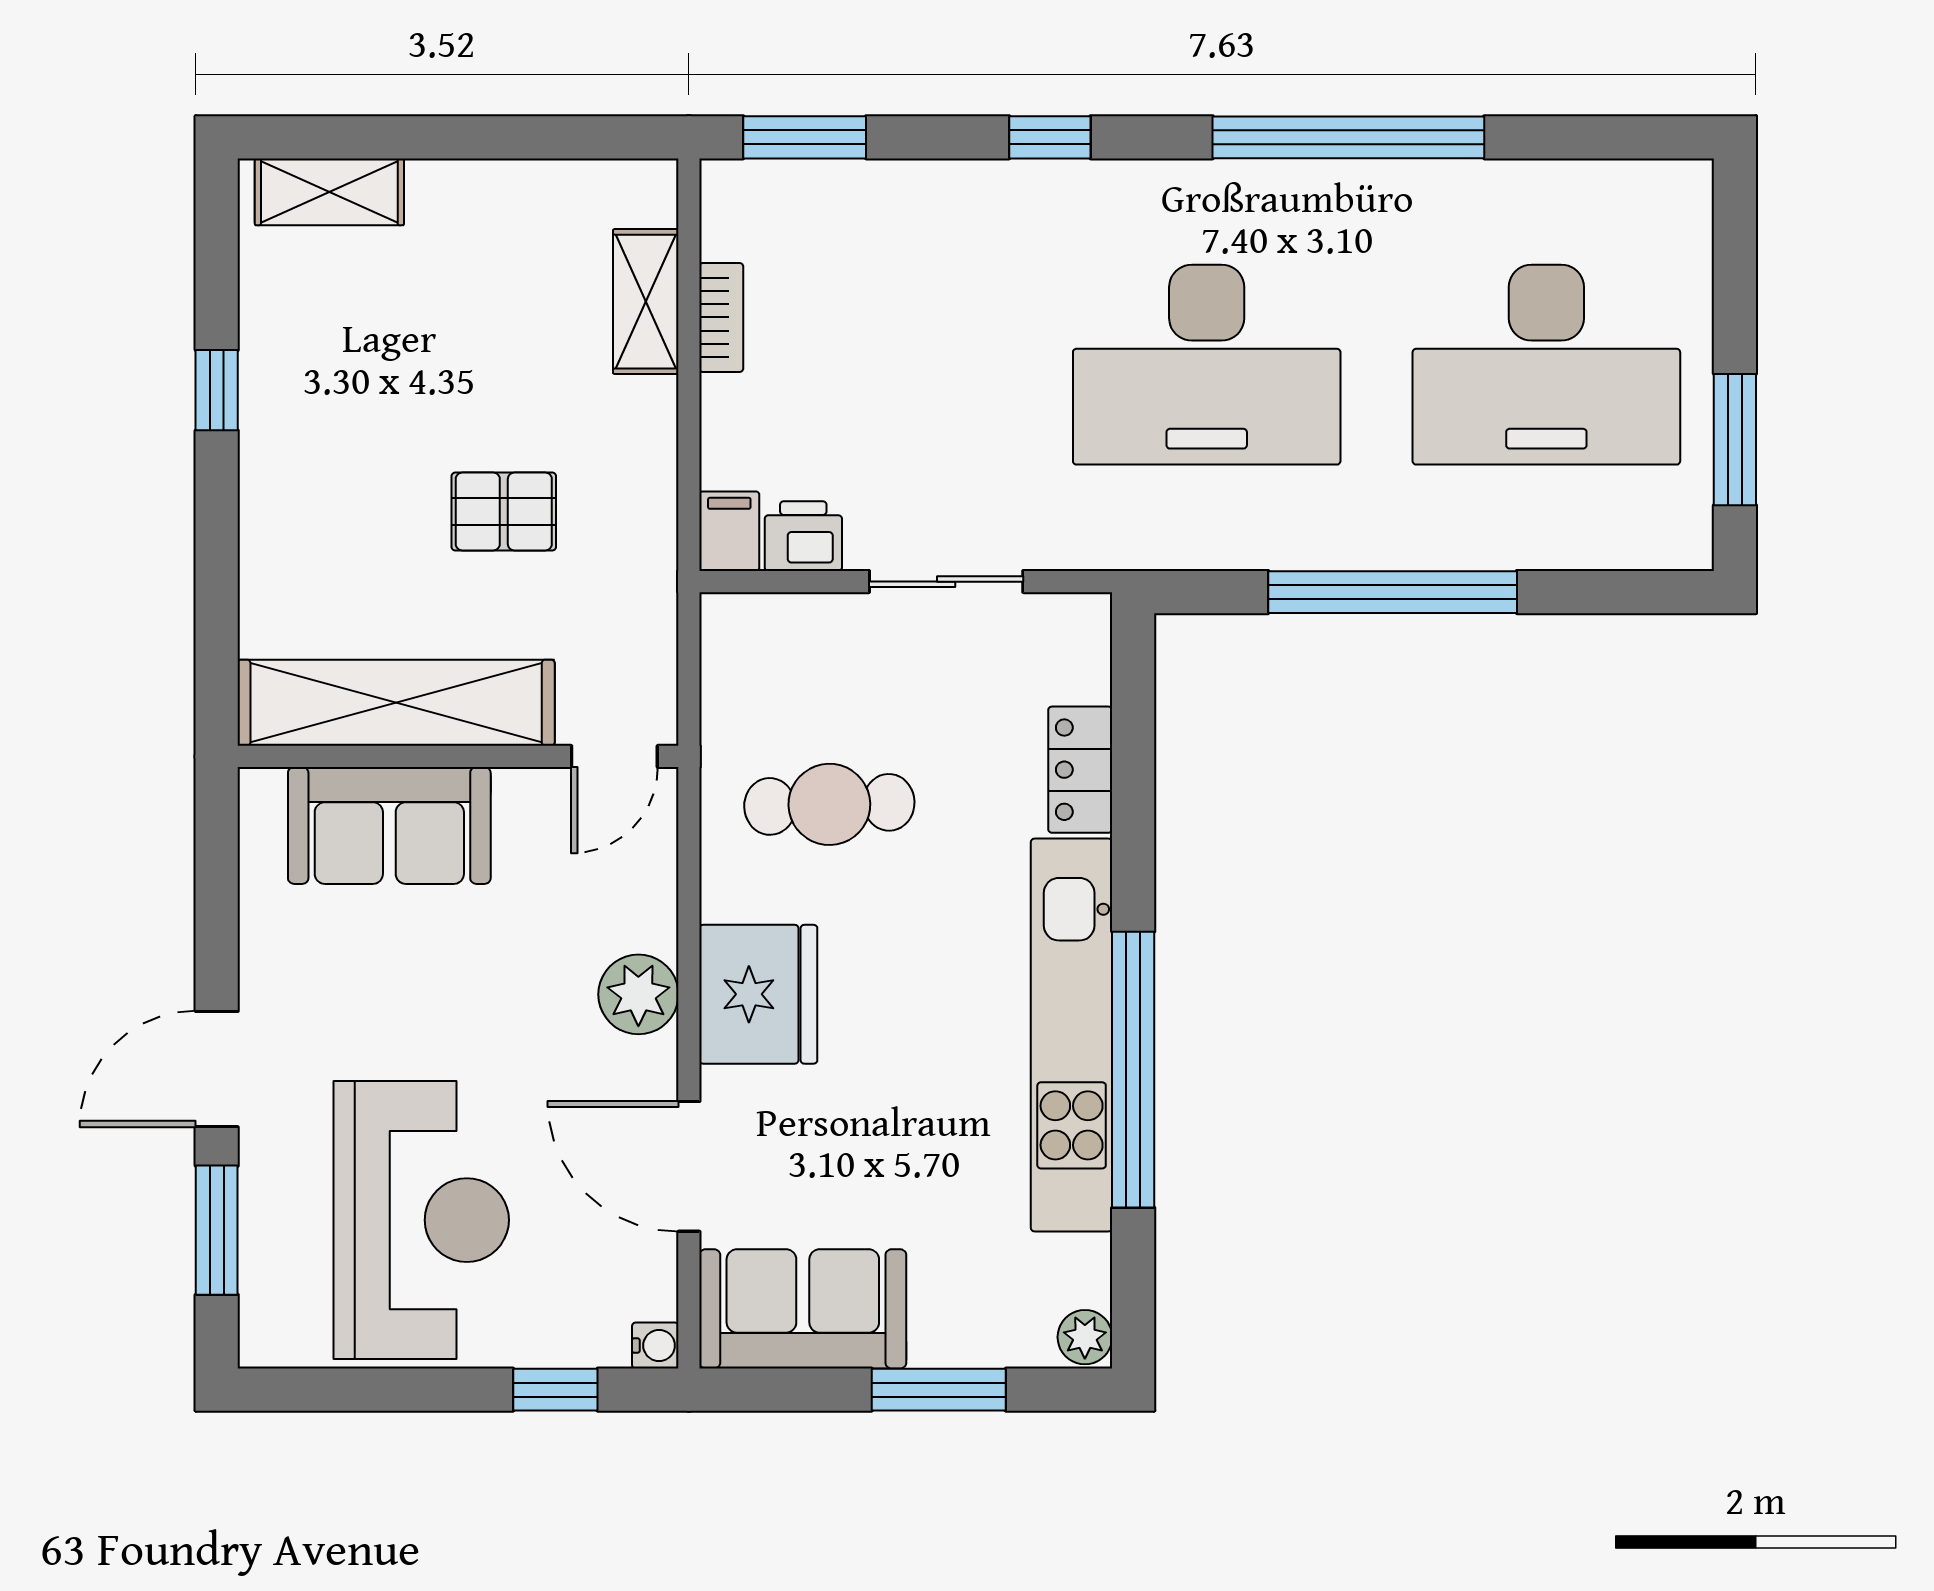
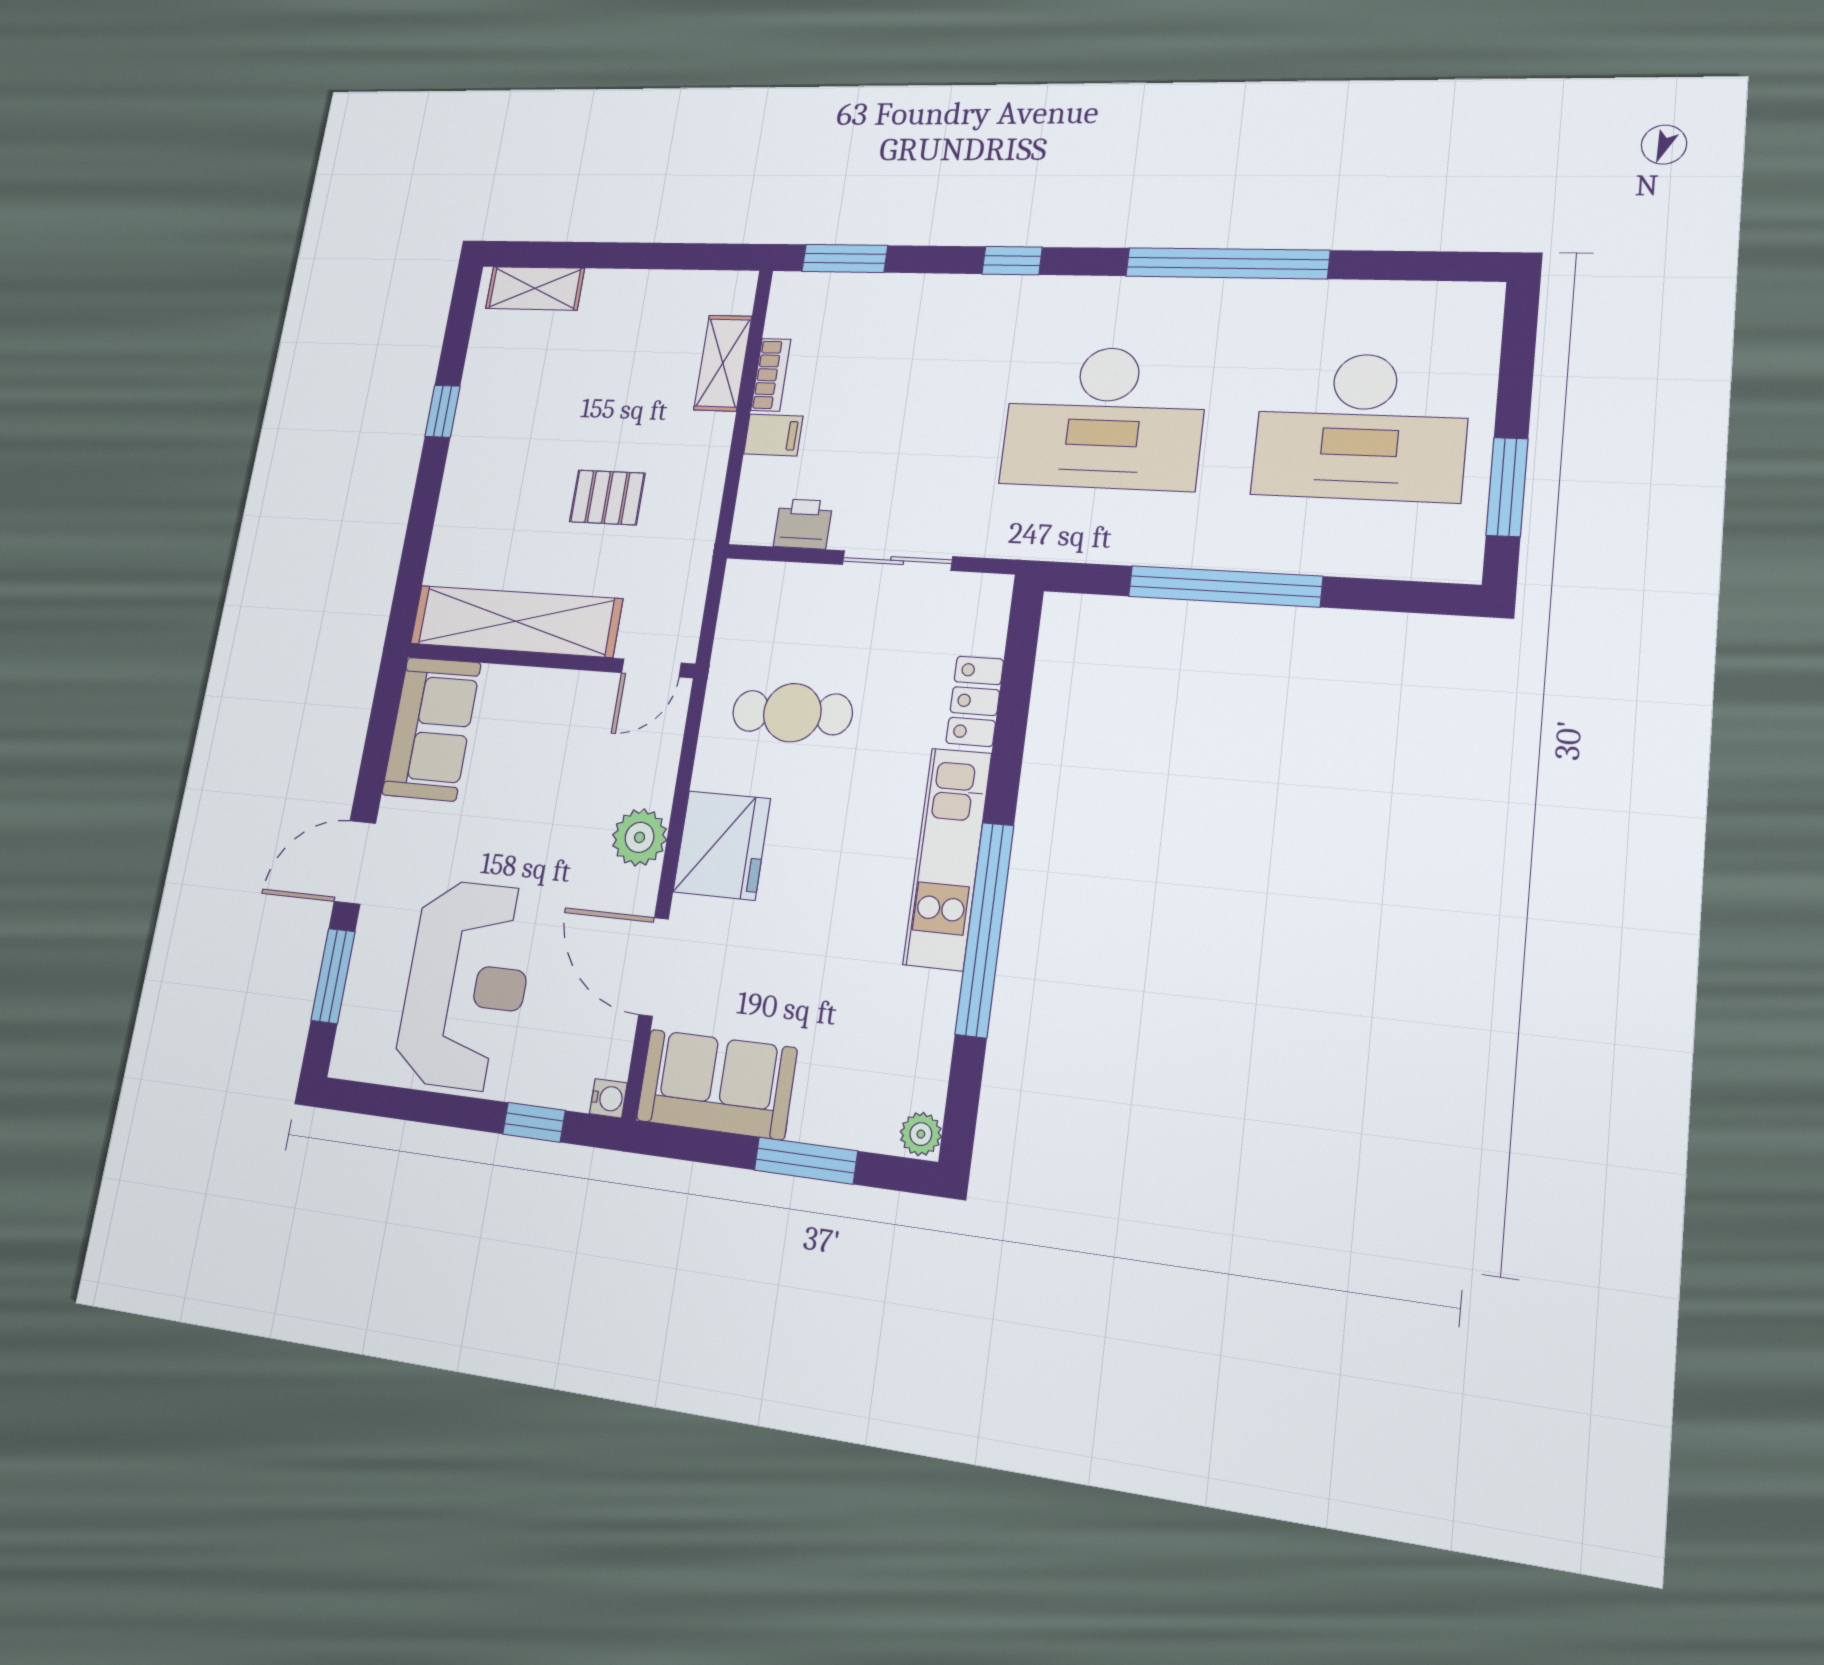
filing cabinet: (729, 531) -> (773, 435), moved, turned 90
sofa: (389, 825) -> (432, 729), moved, turned -90
kitchen unit: (1072, 1035) -> (947, 858), width x0.73

